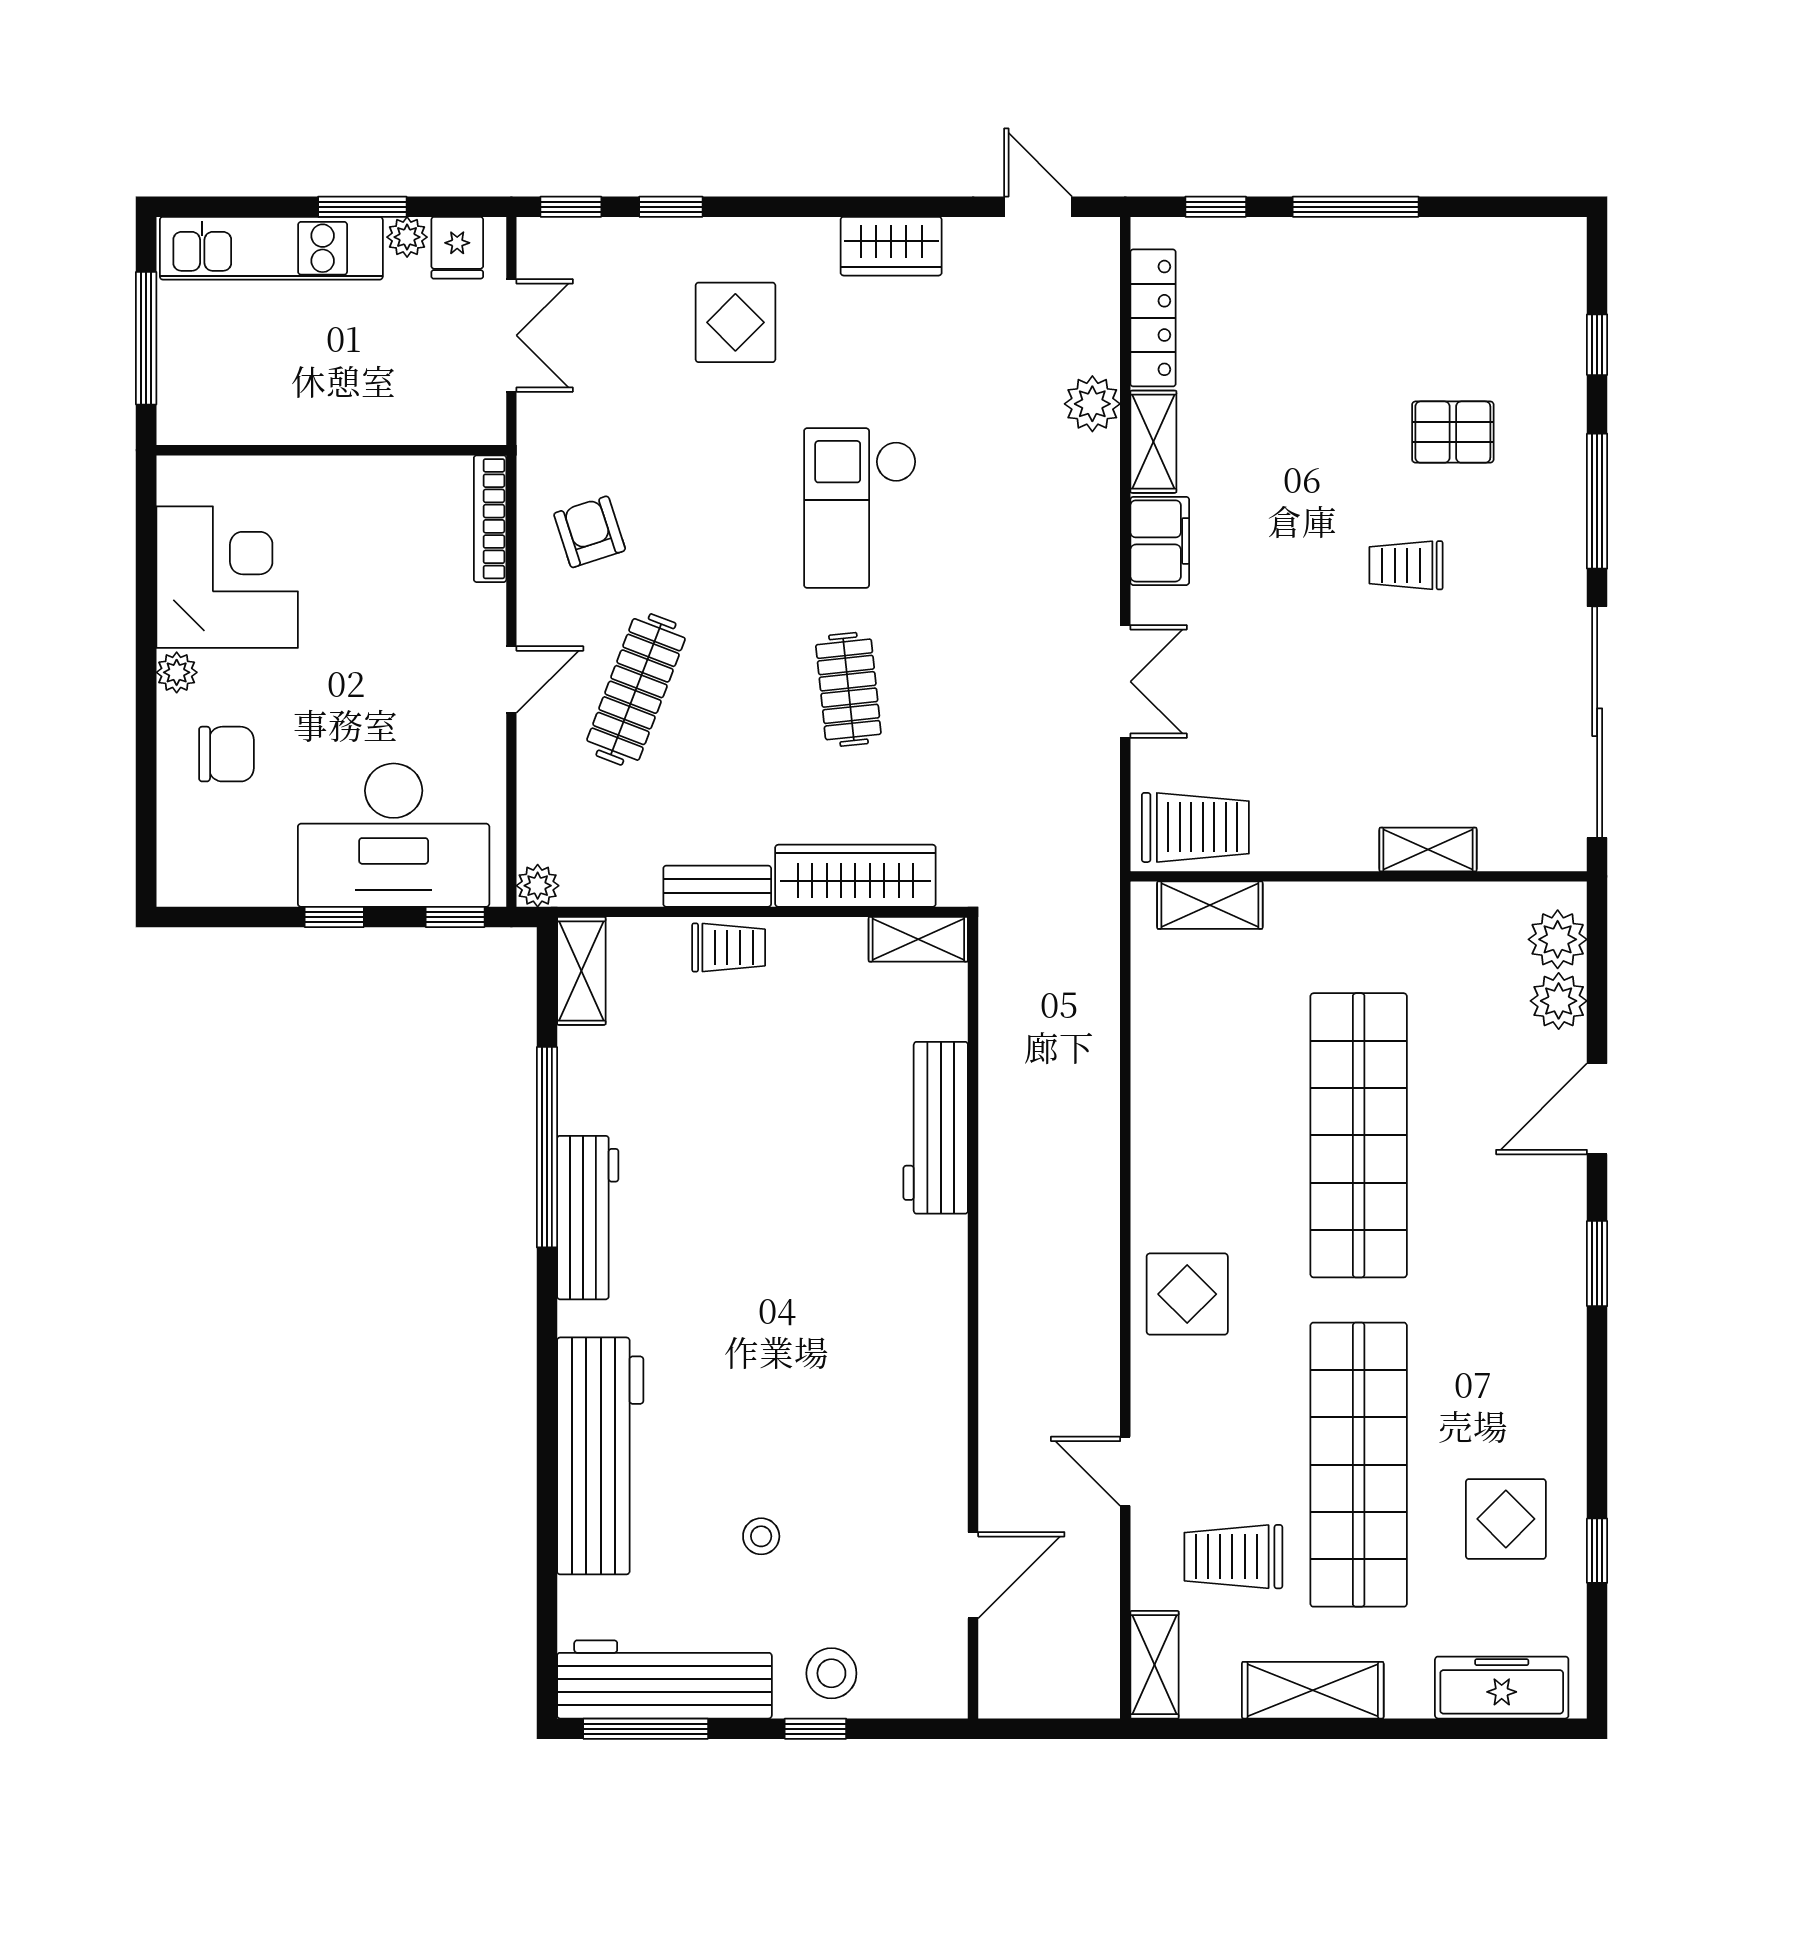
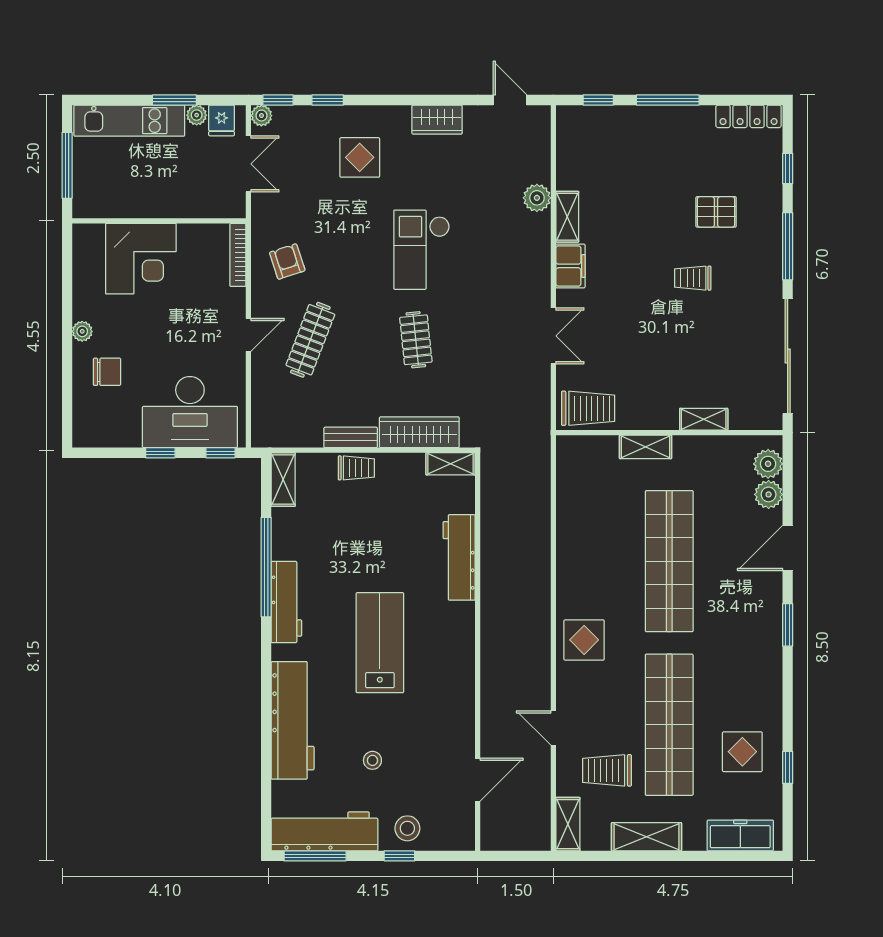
locker: (1153, 318) -> (749, 116), moved, turned 90
corner desk: (227, 577) -> (141, 259), moved, turned 90
plant: (538, 886) -> (261, 116), moved
shelving: (1210, 905) -> (646, 447), moved
lab bench: (776, 1299) -> (380, 643), added

